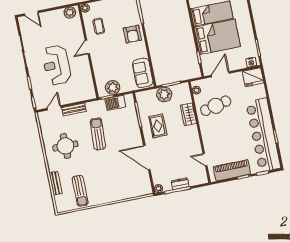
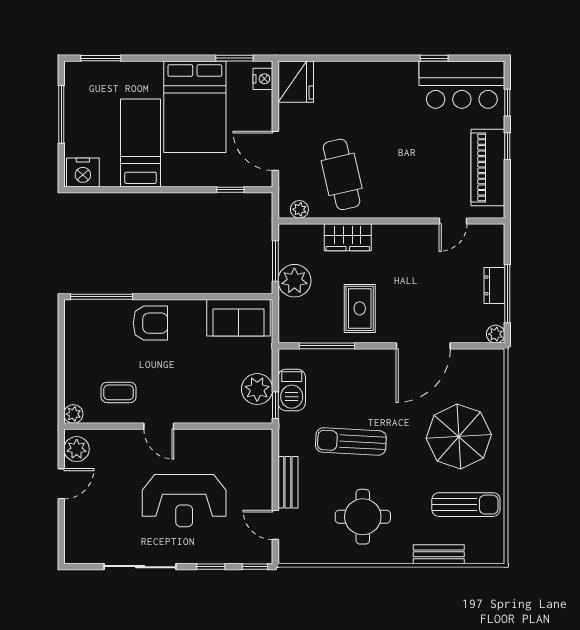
door: (31, 13) -> (61, 484), moved
bed: (217, 37) -> (195, 107), moved, turned 180
rug: (158, 126) -> (360, 308), turned 90
bar counter: (263, 135) -> (462, 85), width x0.54
parasol: (110, 181) -> (459, 437), added

